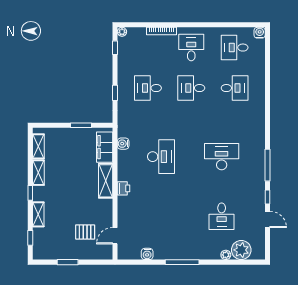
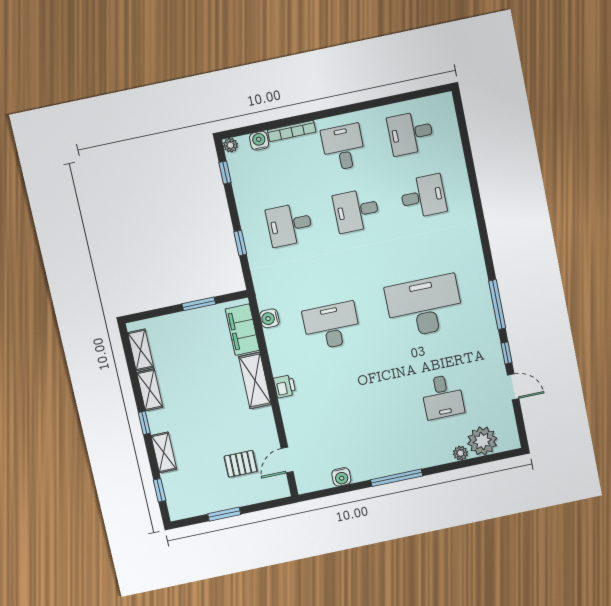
water cooler: (260, 33) -> (259, 141), moved
desk: (161, 157) -> (332, 326), turned -90
desk: (222, 157) -> (424, 306), width x1.36, depth x1.30

